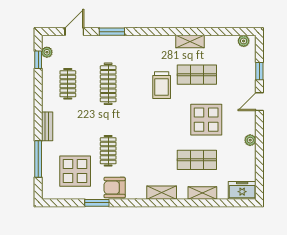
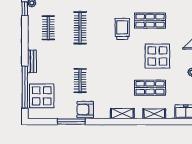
trolley: (162, 85) -> (122, 29), turned 180
window: (38, 159) -> (25, 87), width x1.46
display table: (75, 171) -> (42, 96), moved
window: (97, 203) -> (71, 122), width x1.44

